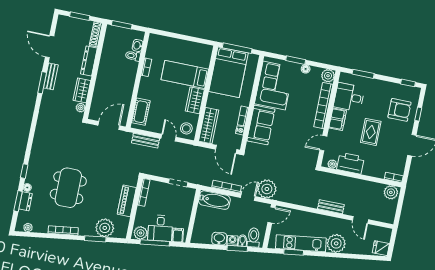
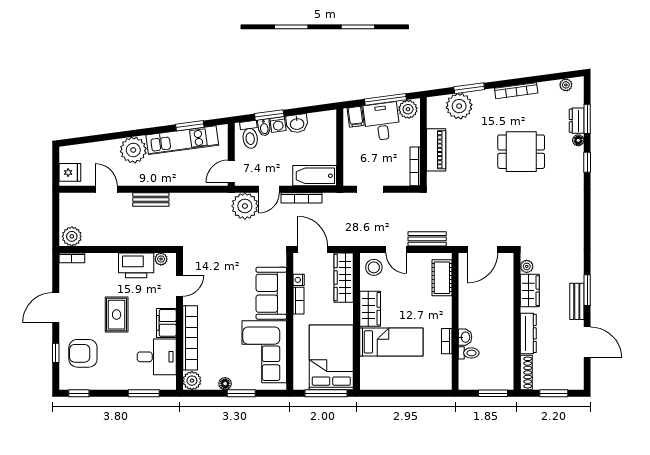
washbasin: (138, 45) -> (465, 337), moved
dining table: (68, 188) -> (521, 152), width x0.73
fridge: (381, 248) -> (70, 172), moved

